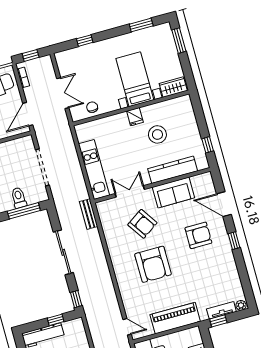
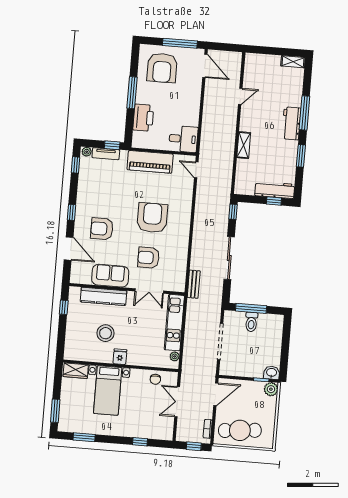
plant: (82, 136) -> (175, 356), added
armchair: (142, 224) -> (149, 258), turned -56
window: (247, 288) -> (75, 165), added
window: (56, 320) -> (274, 201), moved

